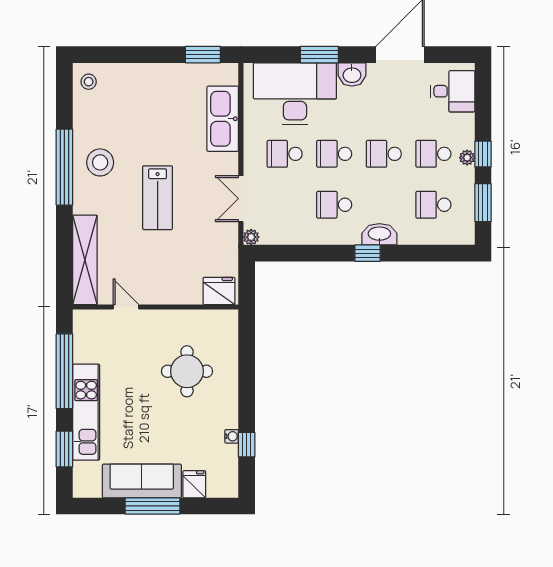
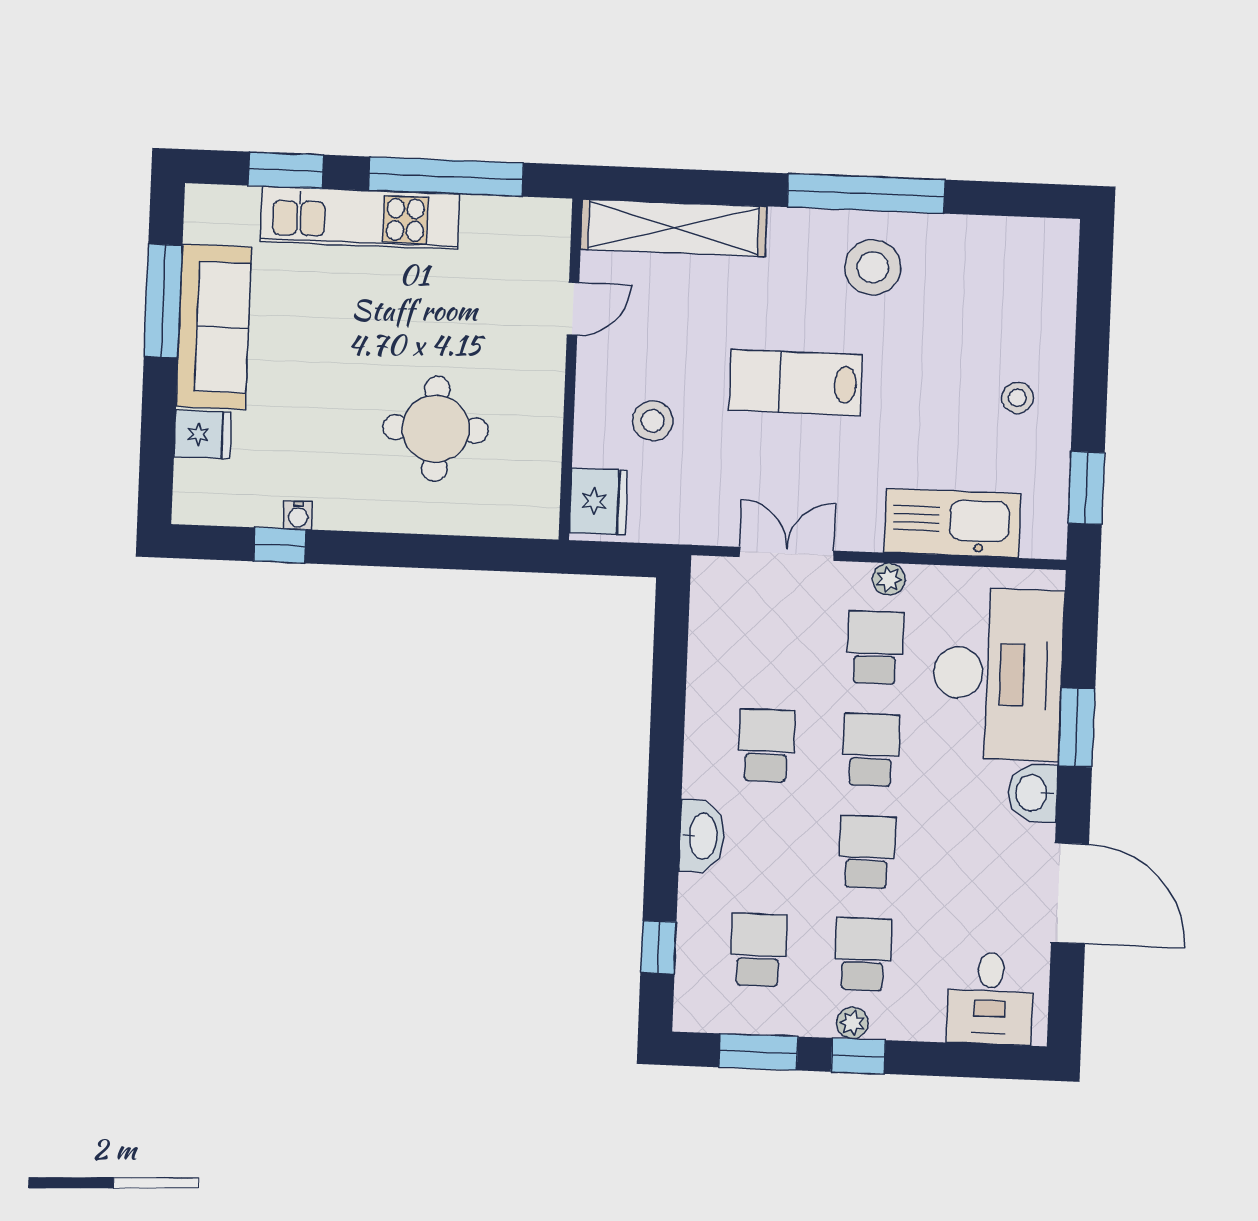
stool: (89, 82) -> (1017, 398), moved
plant: (251, 237) -> (889, 579), moved
window: (367, 253) -> (658, 947), moved
stool: (179, 266) -> (653, 421), added
window: (153, 506) -> (163, 301), moved

